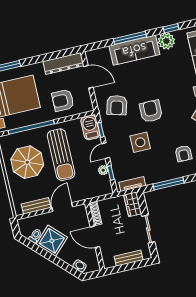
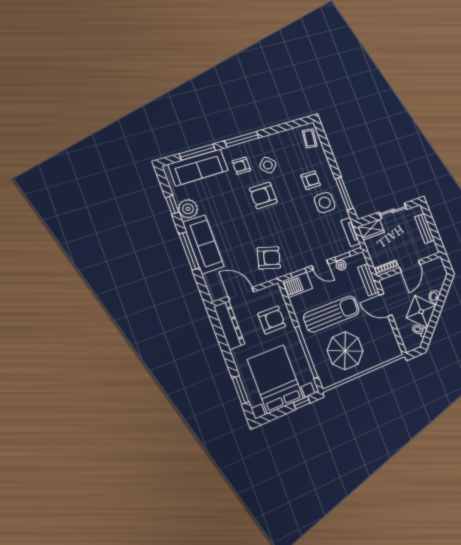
door: (88, 77) -> (241, 294), hinge flipped
armchair: (63, 100) -> (272, 320), turned -90
armchair: (151, 111) -> (263, 195), moved
side table: (140, 142) -> (325, 203), moved
bench: (36, 206) -> (368, 280), moved
washbasin: (80, 266) -> (434, 296), moved

